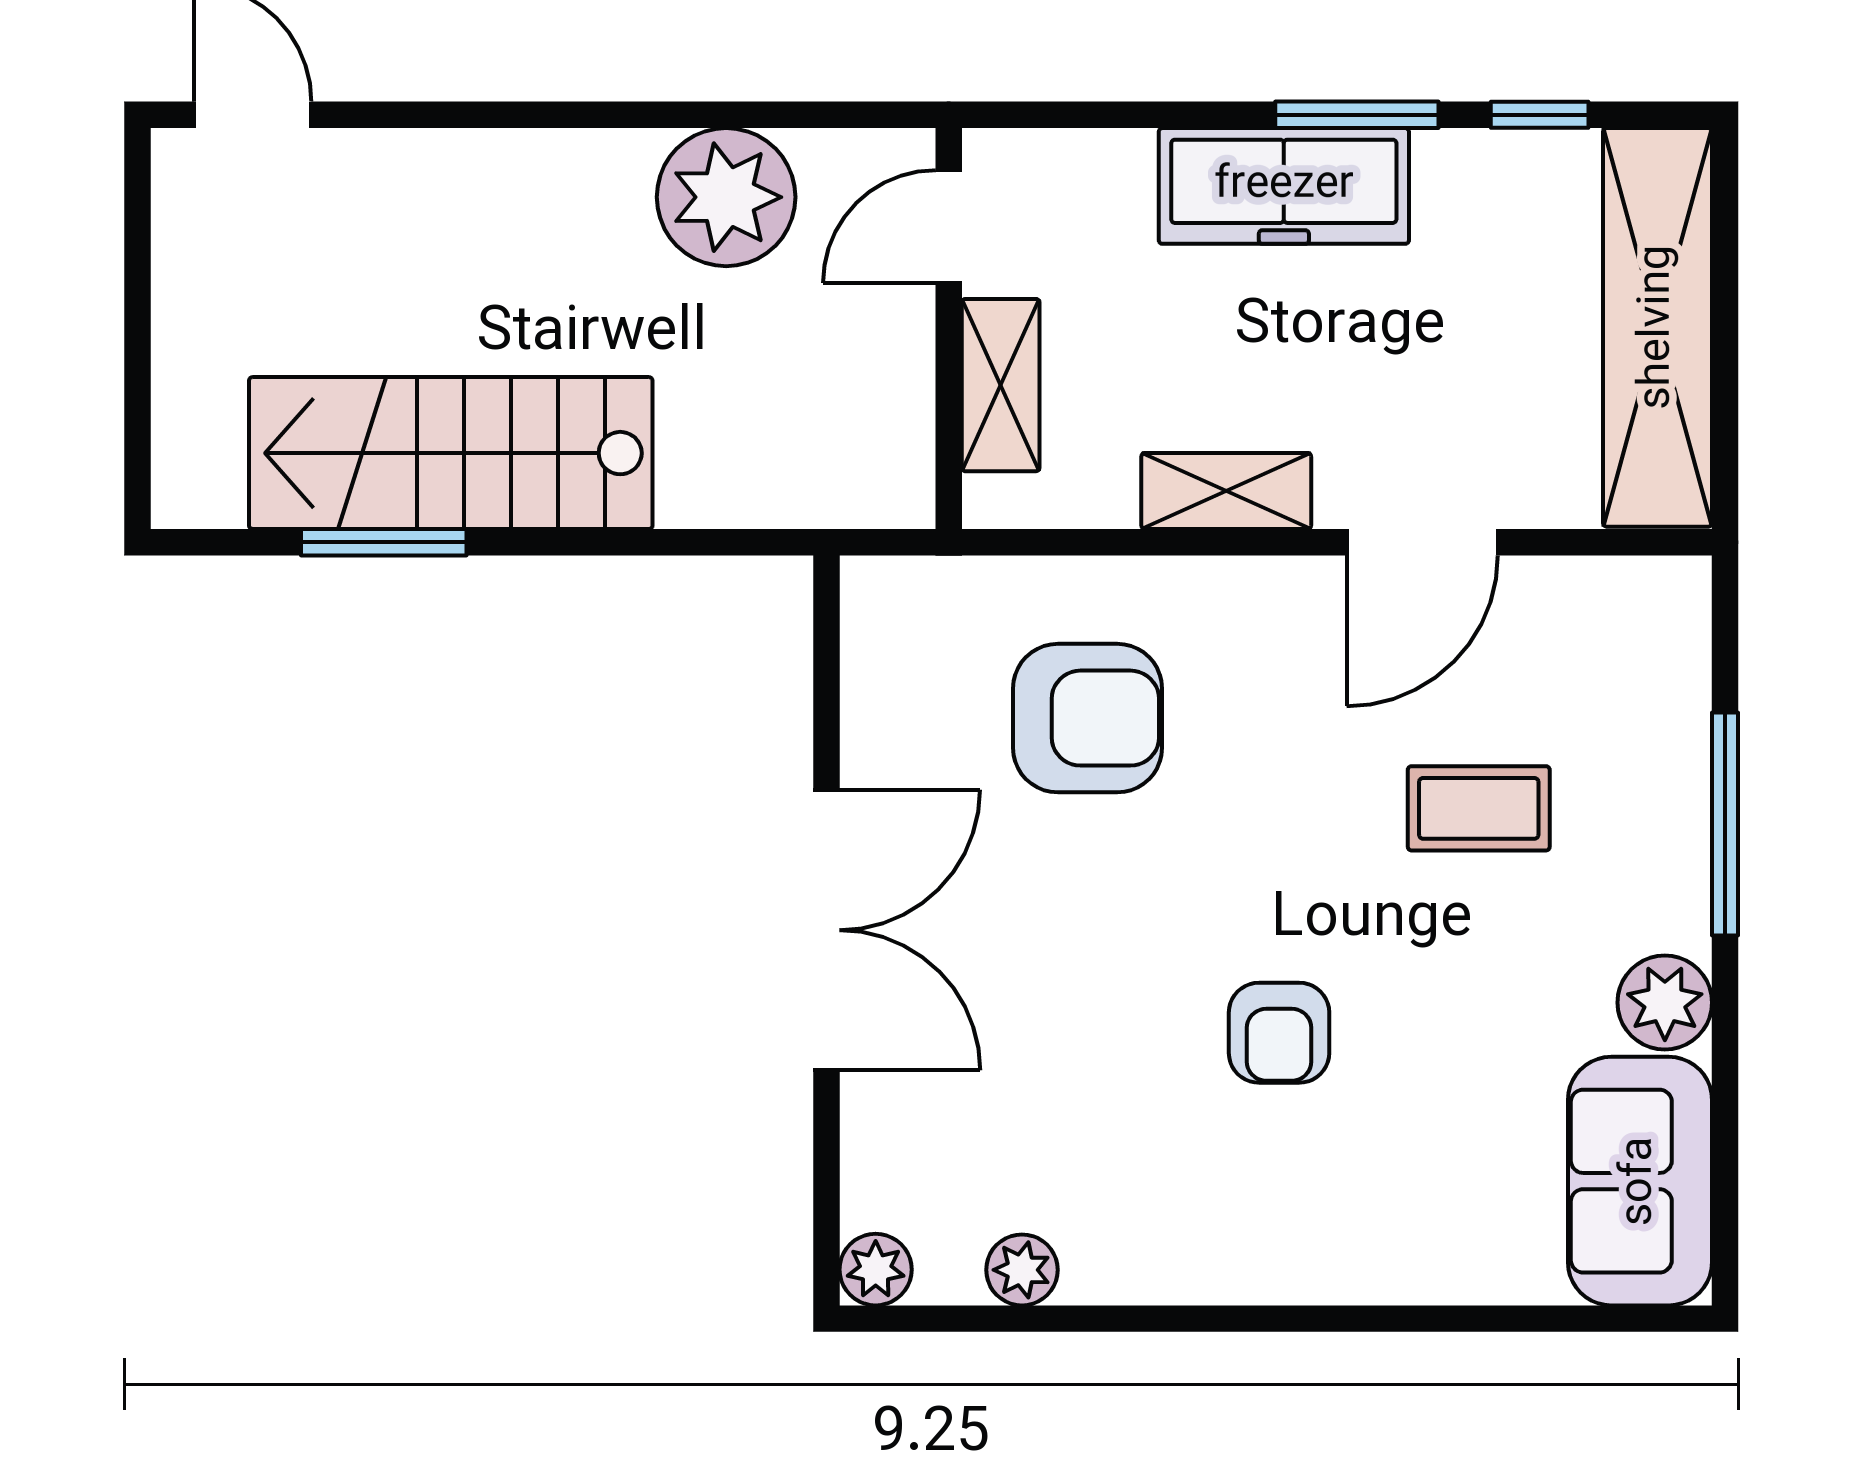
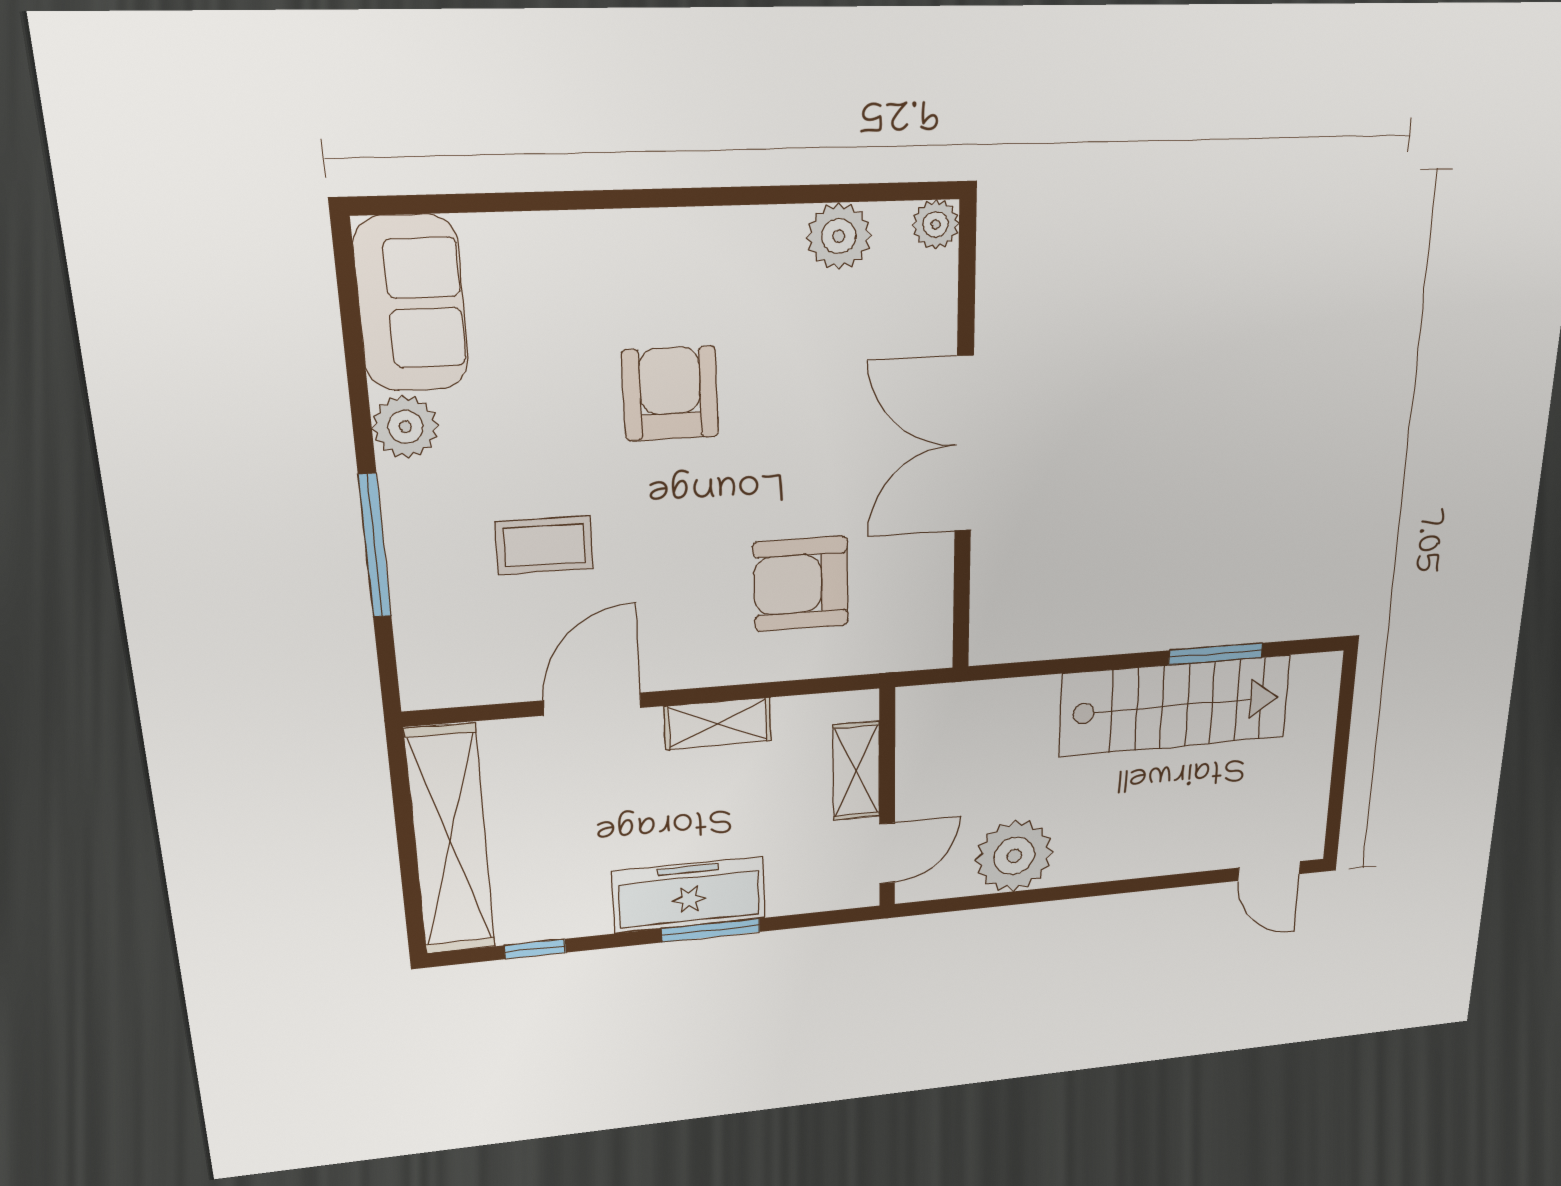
window: (1357, 115) -> (711, 930), moved
armchair: (1279, 1033) -> (670, 394), width x1.38, depth x1.38
plant: (1022, 1270) -> (839, 236), width x1.38, depth x1.38

